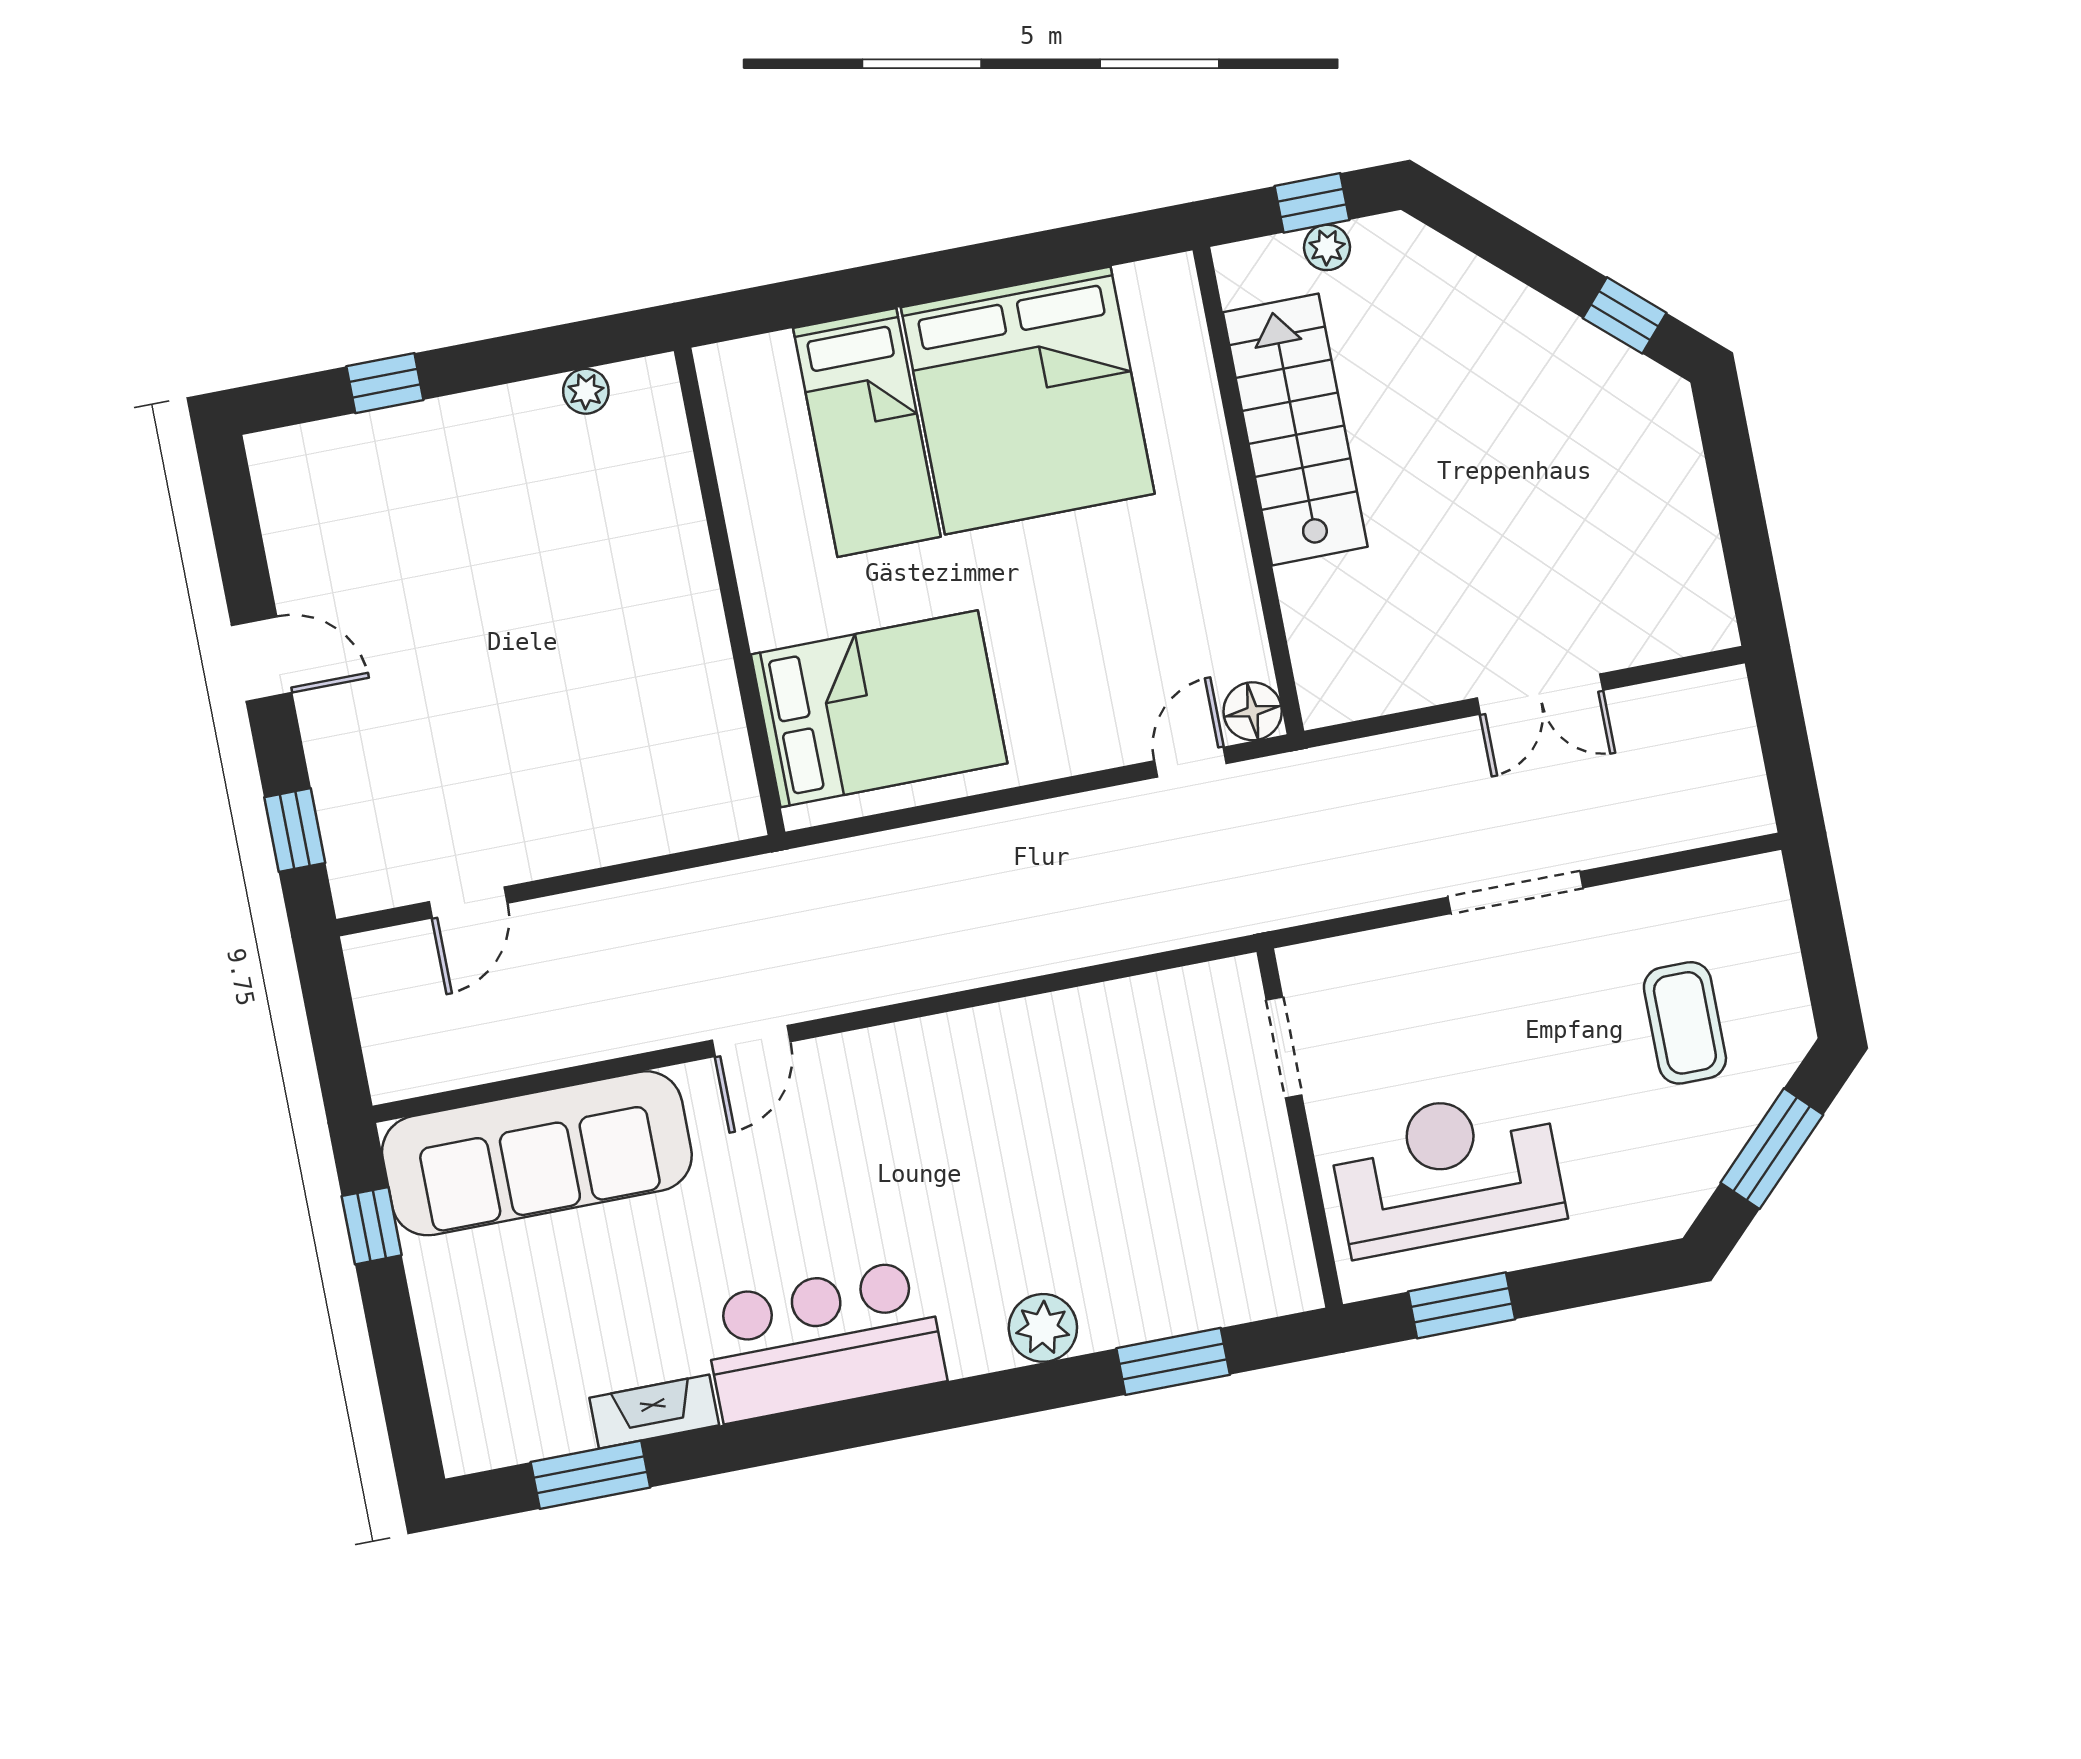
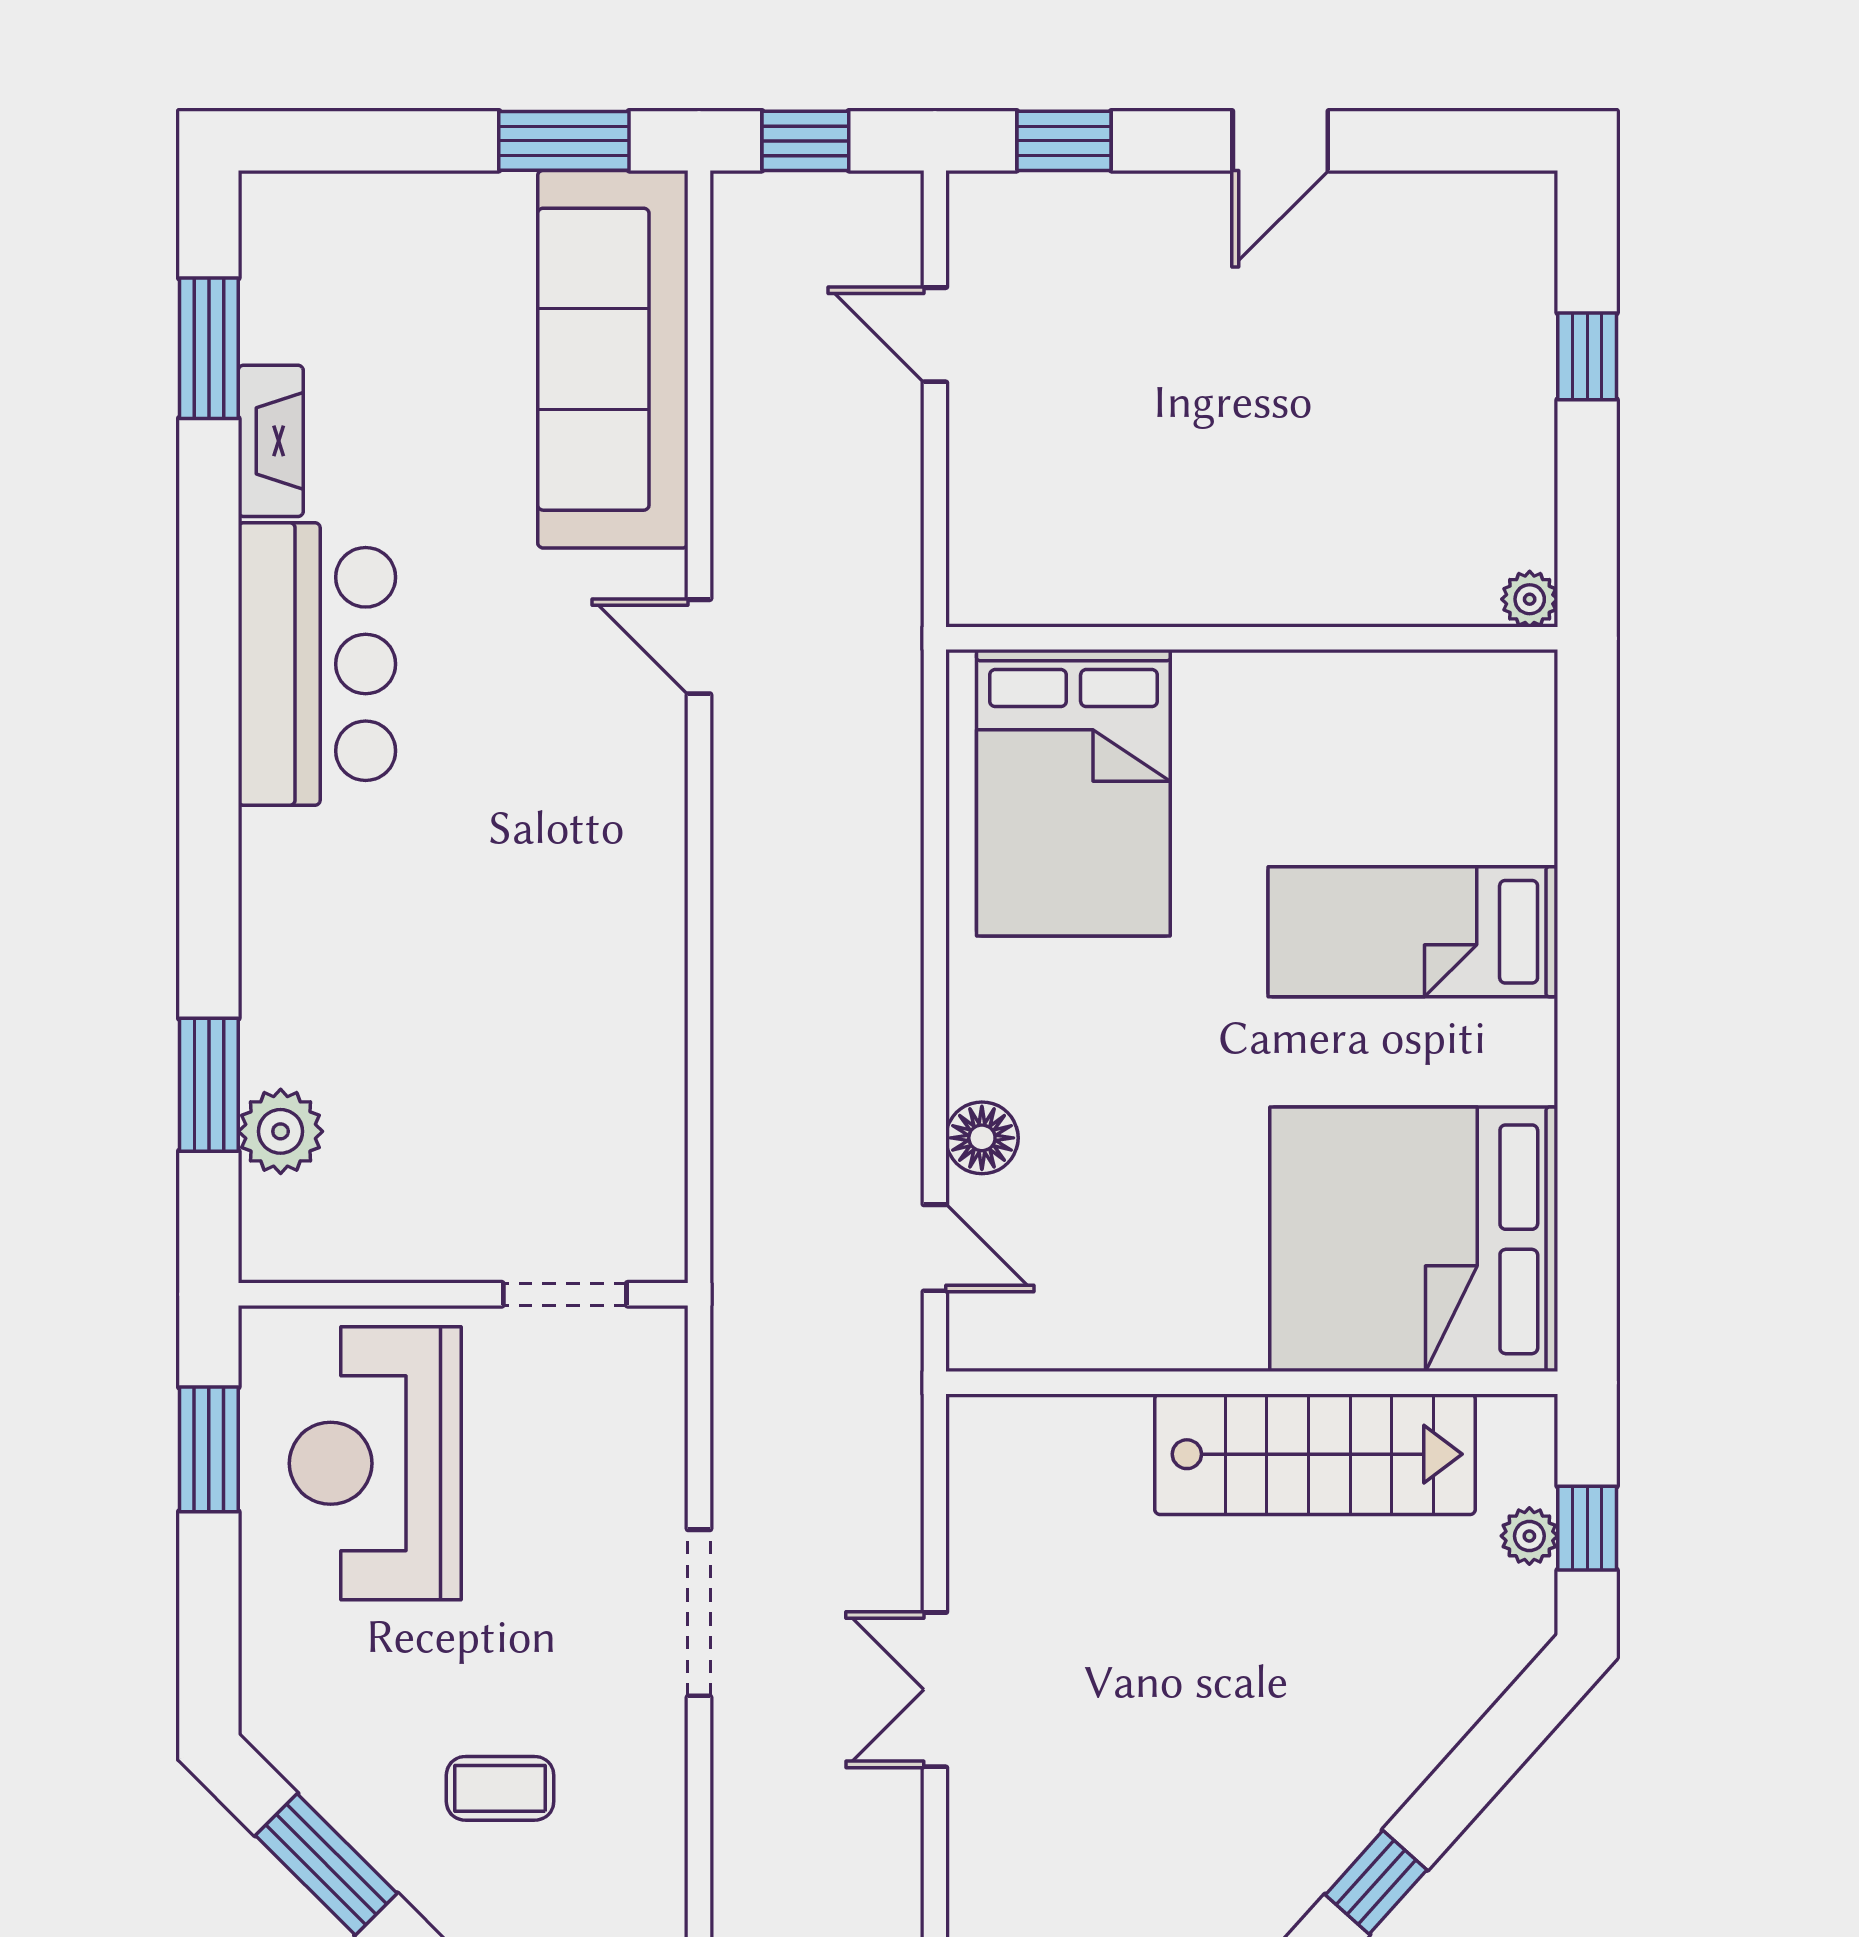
bed: (1028, 400) -> (1414, 1239), moved
wall: (729, 591) -> (1252, 638), moved
bed: (879, 709) -> (1073, 793), moved
floor lamp: (1253, 711) -> (982, 1138), moved
coffee table: (1685, 1023) -> (500, 1788), width x0.73, depth x0.77
window: (335, 1035) -> (805, 141), added
reception desk: (1447, 1172) -> (375, 1463), turned 180
window: (372, 1226) -> (564, 141), width x1.50
plant: (1043, 1328) -> (281, 1131), moved

